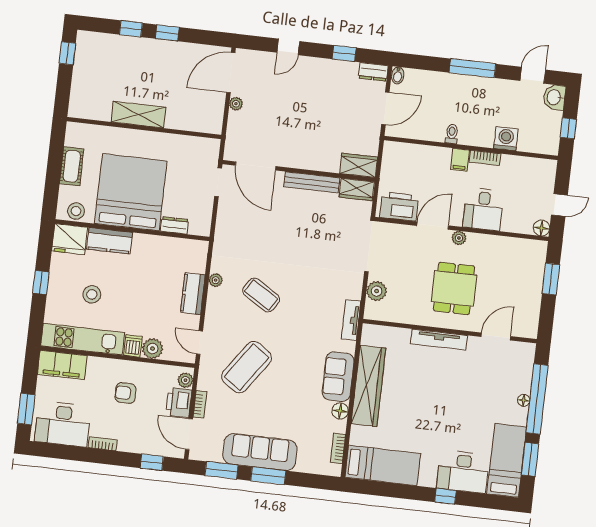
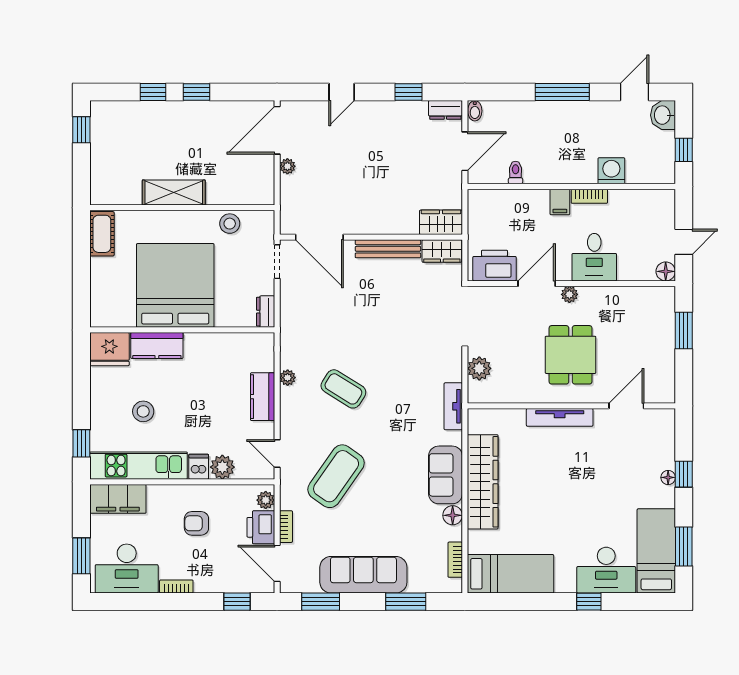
toilet: (452, 134) -> (516, 172), moved
cot: (72, 166) -> (102, 234), moved
stool: (76, 211) -> (230, 224), moved
dresser: (174, 225) -> (266, 312), moved, turned -90
window: (41, 282) -> (81, 443), moved
window: (537, 399) -> (684, 474), width x0.32
window: (268, 476) -> (406, 602), moved

